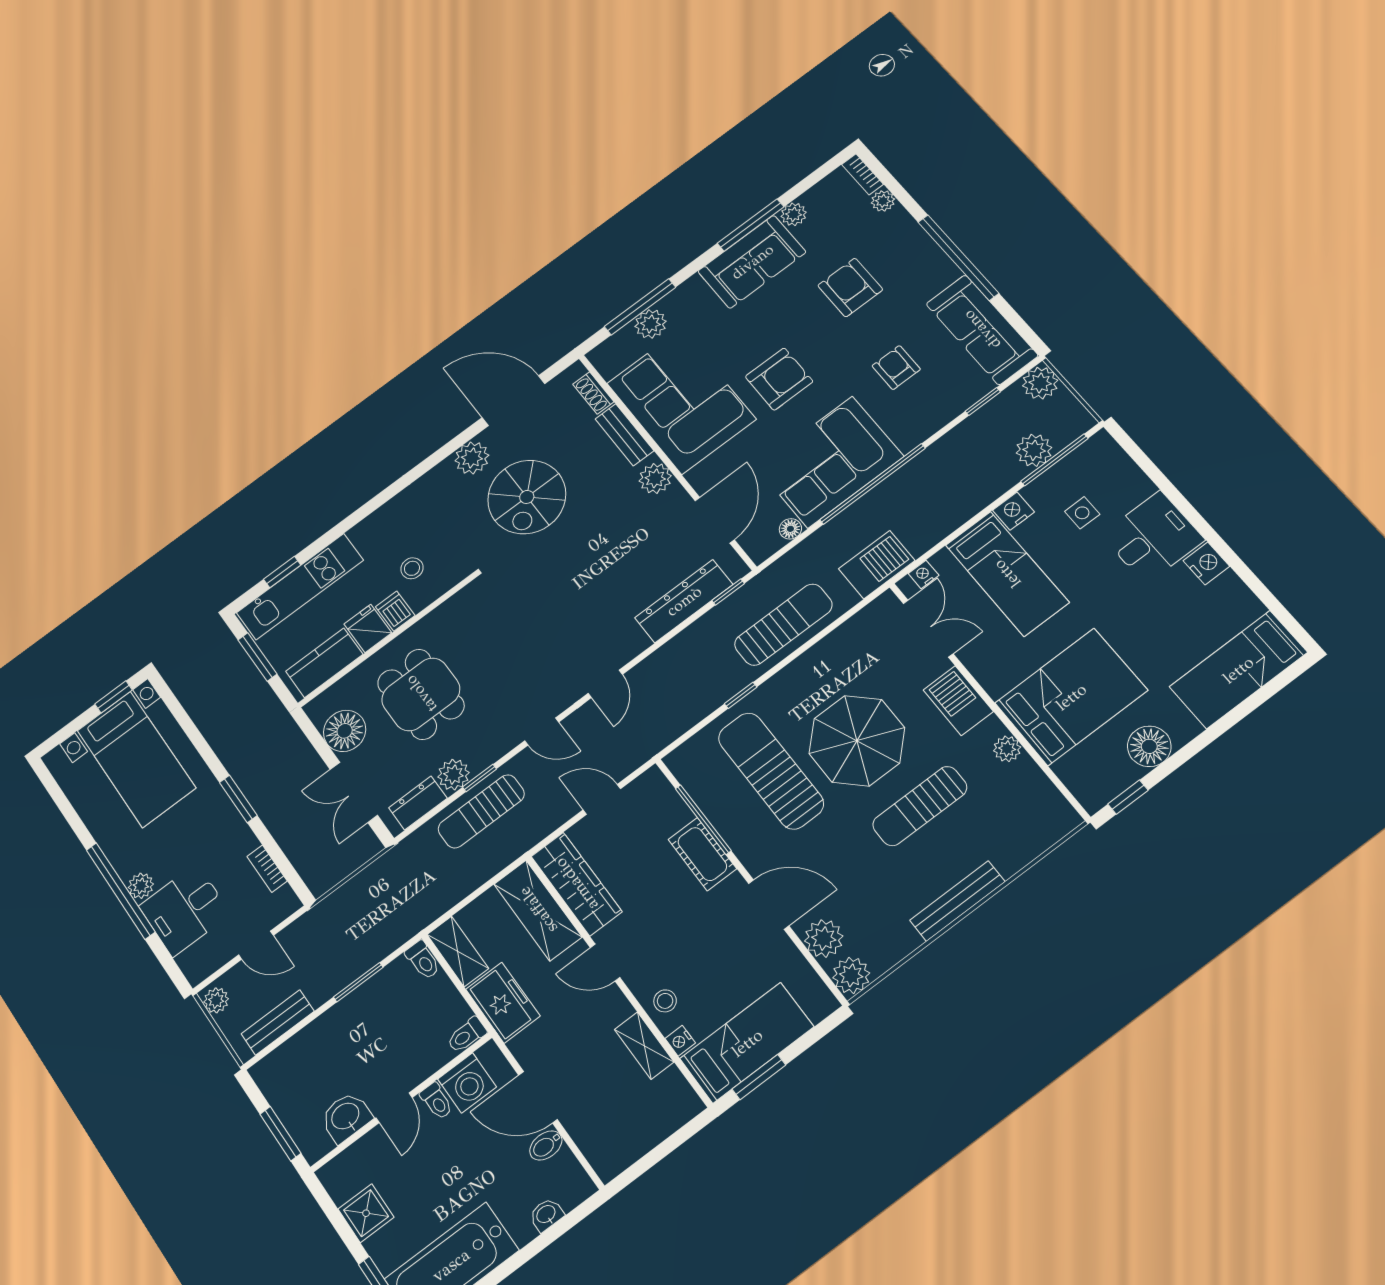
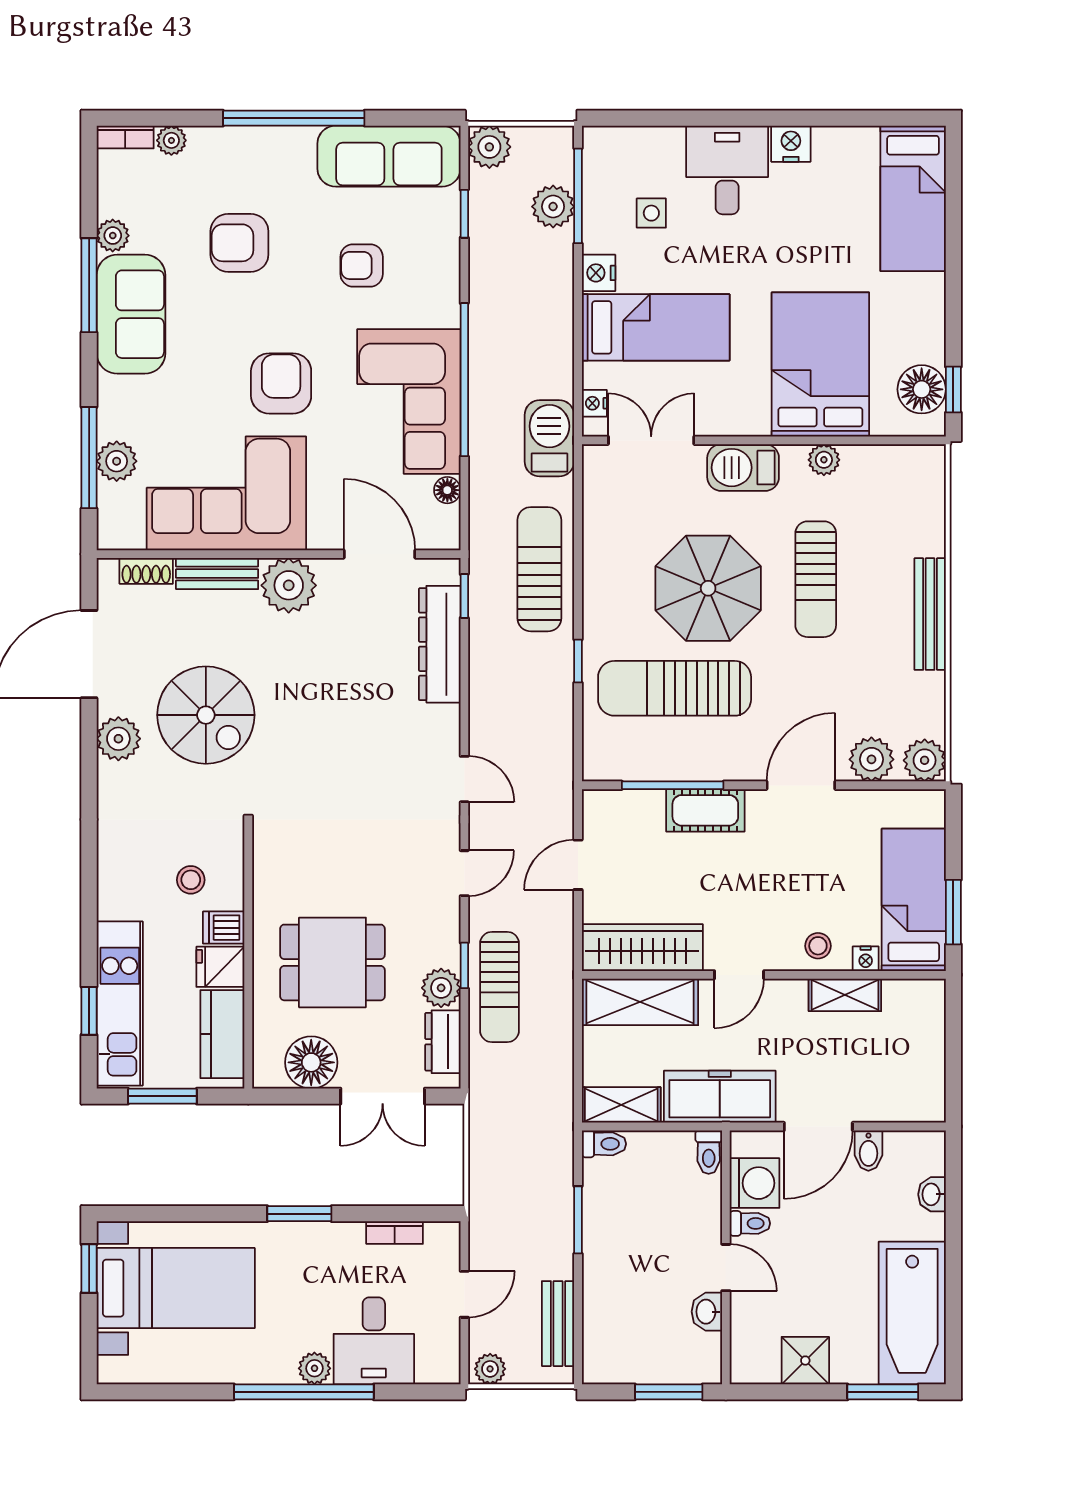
plant: (655, 478) -> (289, 585), width x1.36, depth x1.36
floor lamp: (1149, 746) -> (922, 389), moved
freezer: (503, 1003) -> (720, 1097), width x1.40
washbasin: (346, 1117) -> (707, 1312), width x0.72, depth x0.69

